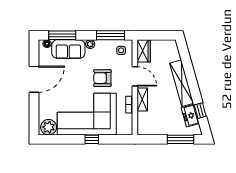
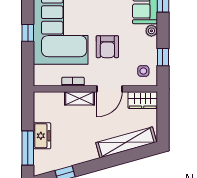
window: (110, 35) -> (163, 57), width x0.46
armchair: (102, 78) -> (107, 47), turned 180
shelving: (182, 83) -> (126, 142), moved
freezer: (190, 116) -> (42, 136), moved, turned 106

